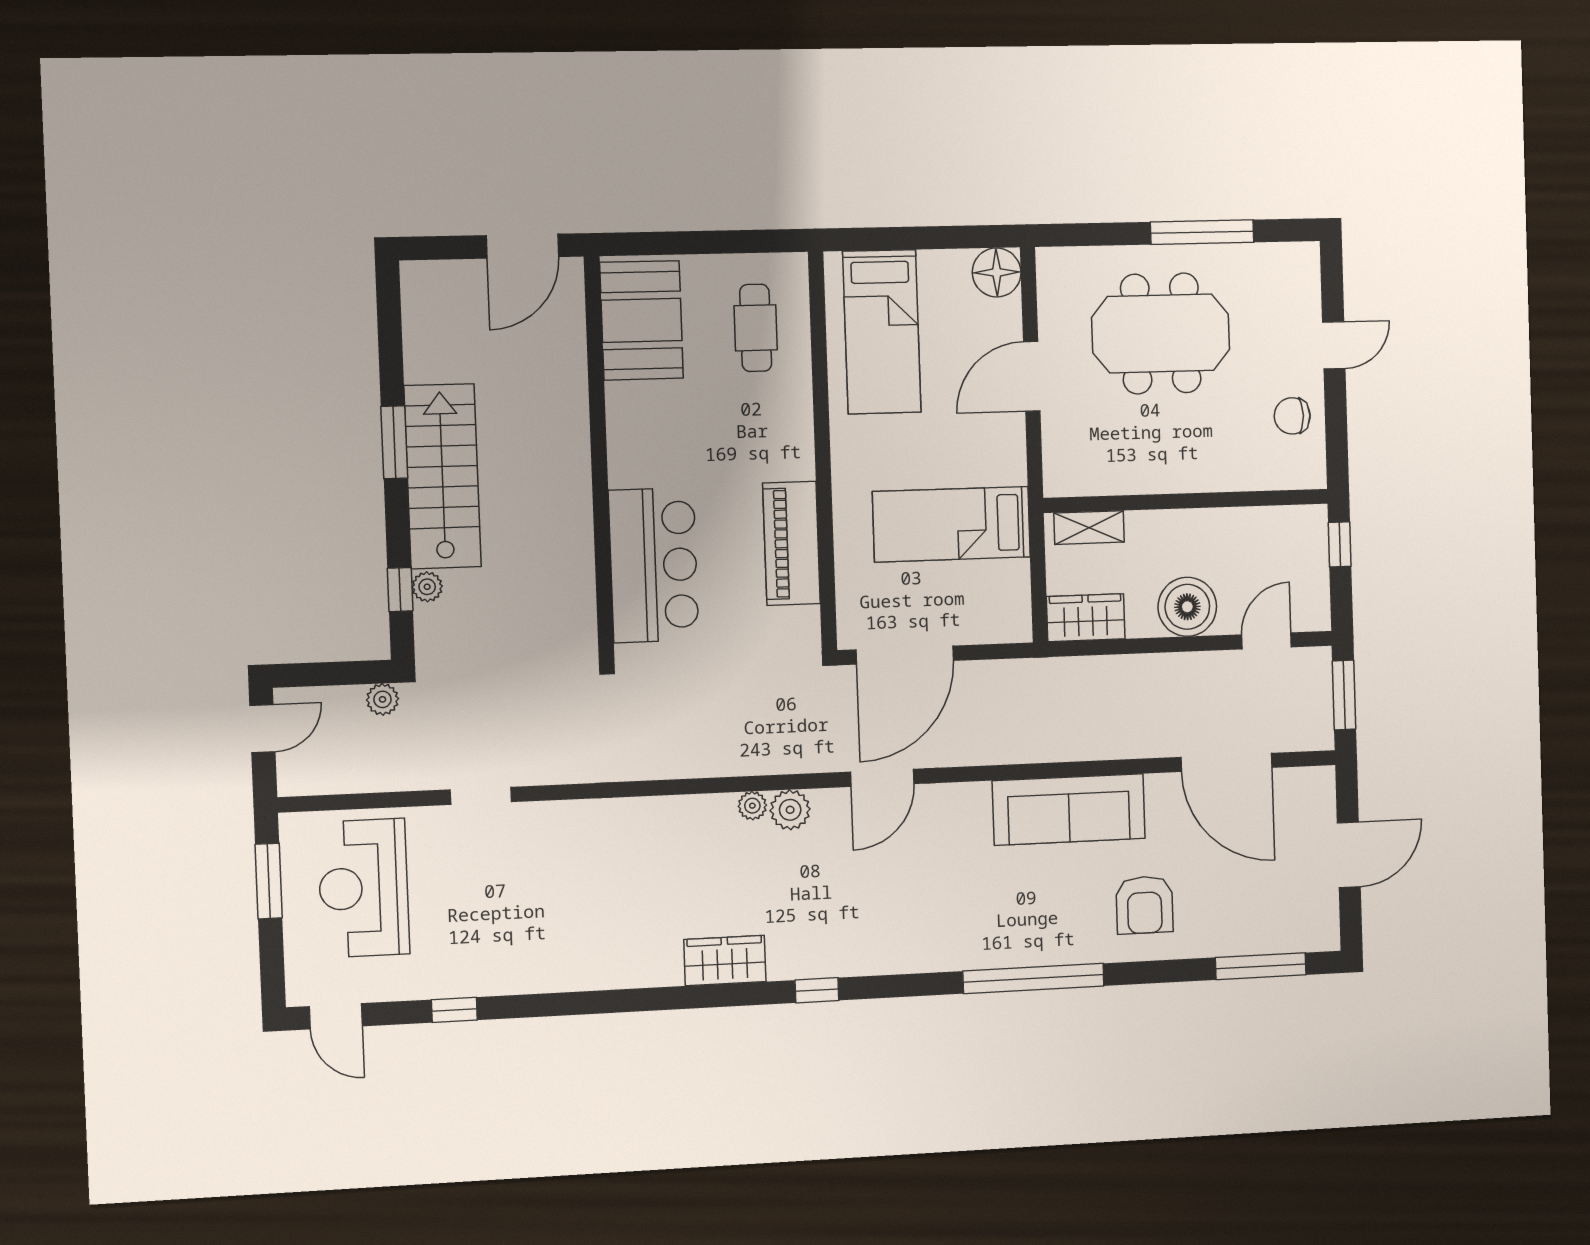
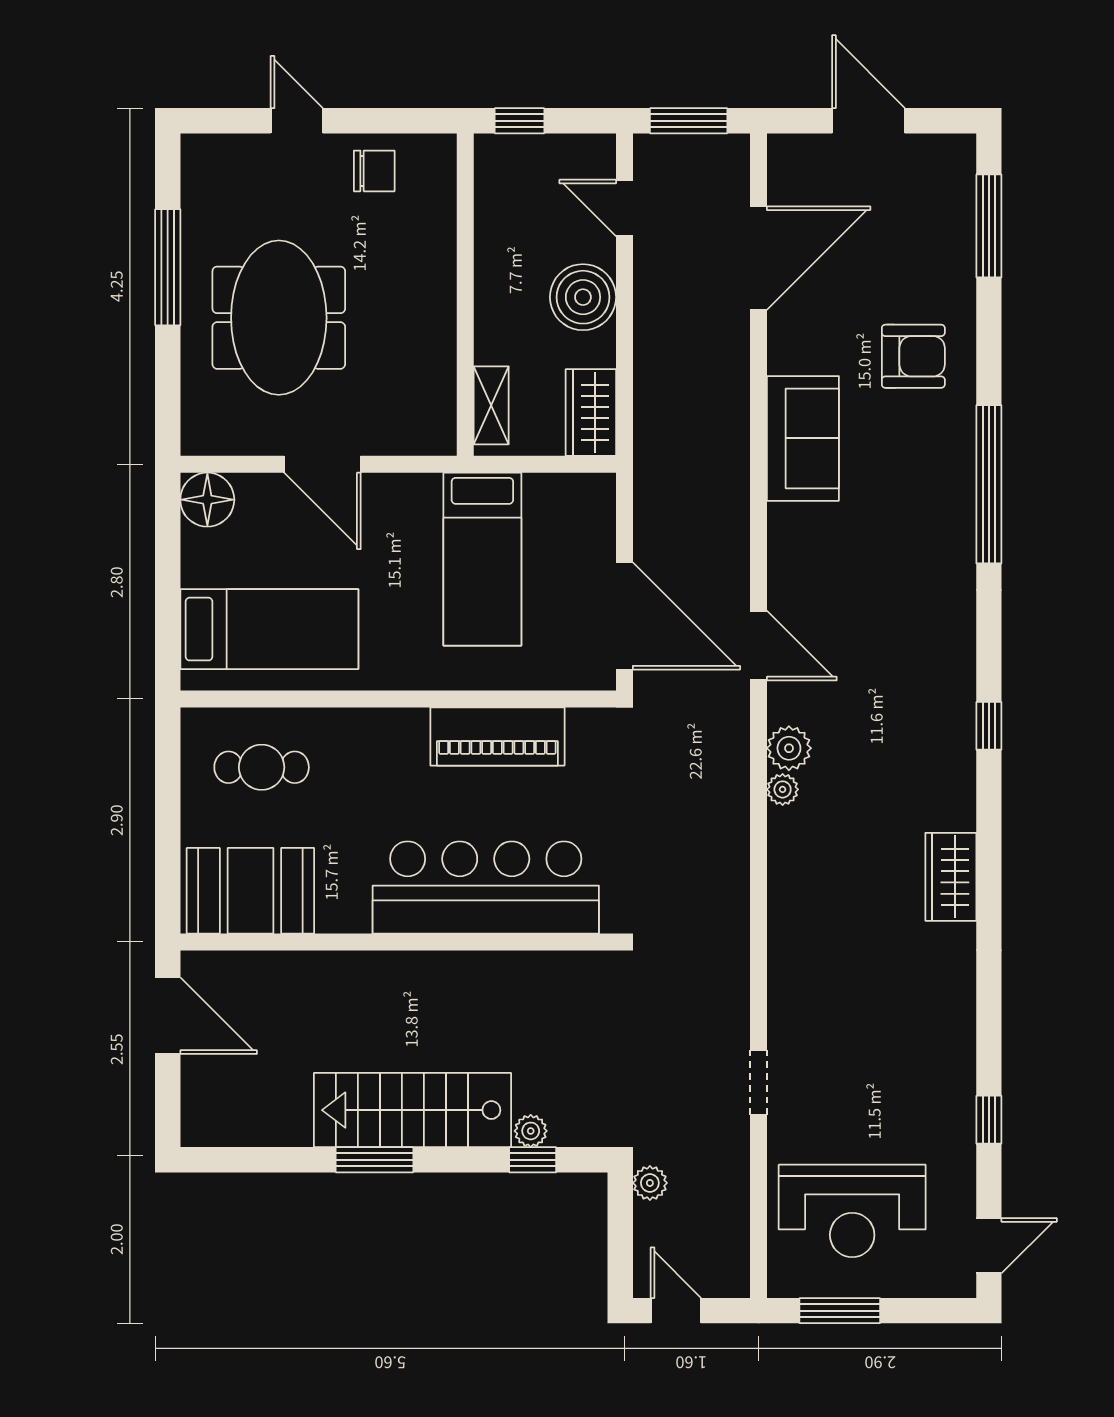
chair: (1292, 416) -> (374, 171), turned -90
bar counter: (654, 565) -> (486, 887), width x1.36
sofa: (1069, 810) -> (803, 438), width x0.73
wardrobe: (725, 961) -> (951, 877), moved

